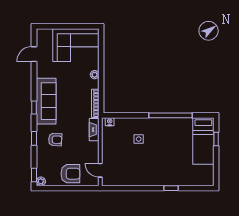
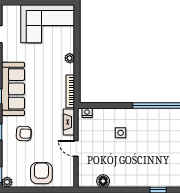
door: (100, 170) -> (76, 148), moved
armchair: (70, 174) -> (41, 173), turned -90
floor lamp: (124, 181) -> (103, 181), added

